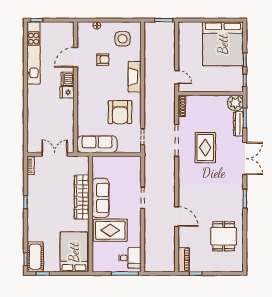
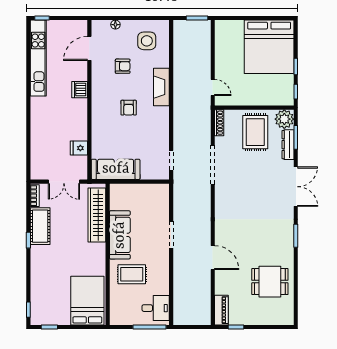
door: (76, 57) -> (89, 48), moved
fridge: (67, 92) -> (79, 148), moved
armchair: (120, 112) -> (129, 108), moved, width x0.53, depth x0.53
rug: (205, 148) -> (255, 132), moved
double door: (55, 154) -> (64, 182), swing flipped
wardrobe: (82, 197) -> (97, 215), moved
rug: (110, 230) -> (132, 274), width x0.73, depth x0.70
dining table: (224, 236) -> (270, 282), turned 90
cot: (35, 257) -> (40, 226), moved

